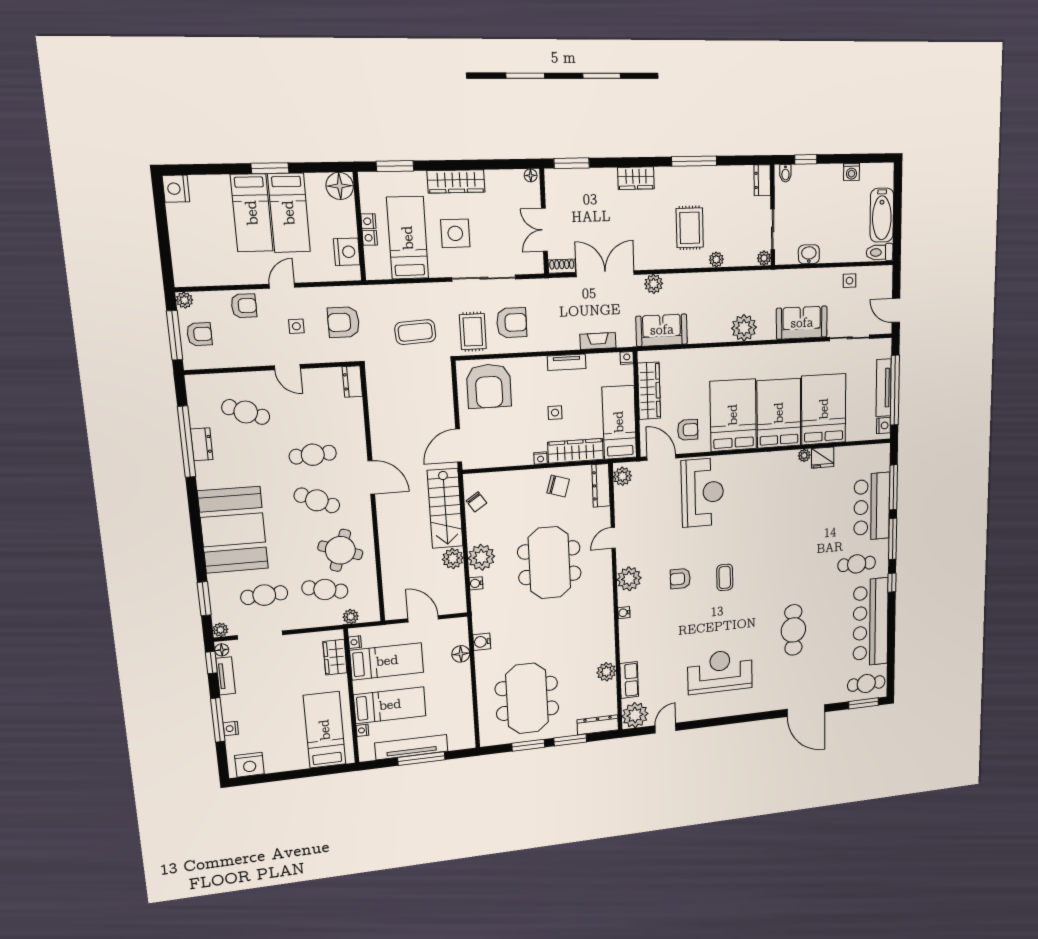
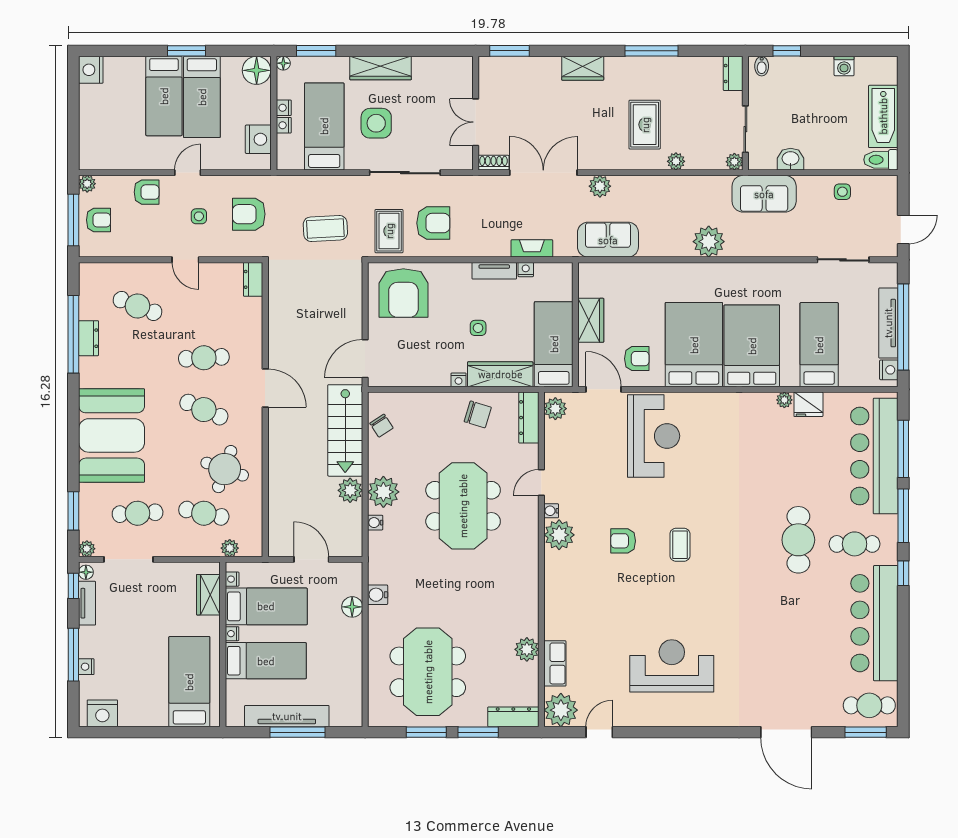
floor lamp: (531, 175) -> (283, 63), moved
door: (896, 310) -> (903, 229), swing flipped
sofa: (802, 323) -> (764, 194), moved, turned 180
nightstand: (627, 358) -> (526, 270), moved
wardrobe: (649, 391) -> (591, 320), width x0.67
bed: (824, 409) -> (819, 345), width x0.67
bar counter: (872, 507) -> (874, 456), width x1.36
water cooler: (624, 613) -> (551, 511), moved
cafe table: (793, 630) -> (798, 540), moved
nightstand: (362, 730) -> (232, 634), moved

